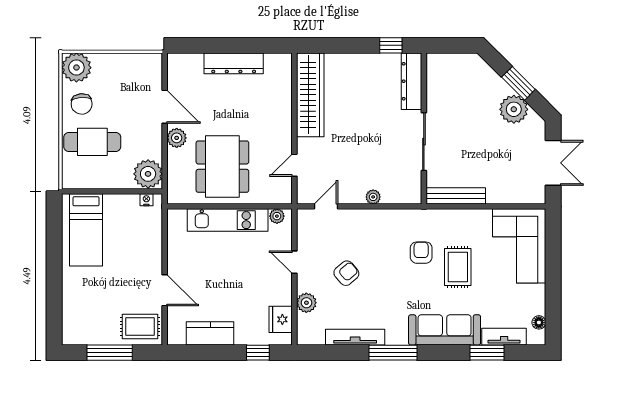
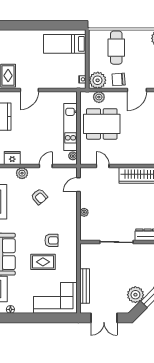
chair: (82, 104) -> (119, 79), moved
plant: (177, 138) -> (99, 97), moved
bench: (456, 196) -> (85, 286), moved
door: (326, 206) -> (78, 185), swing flipped

